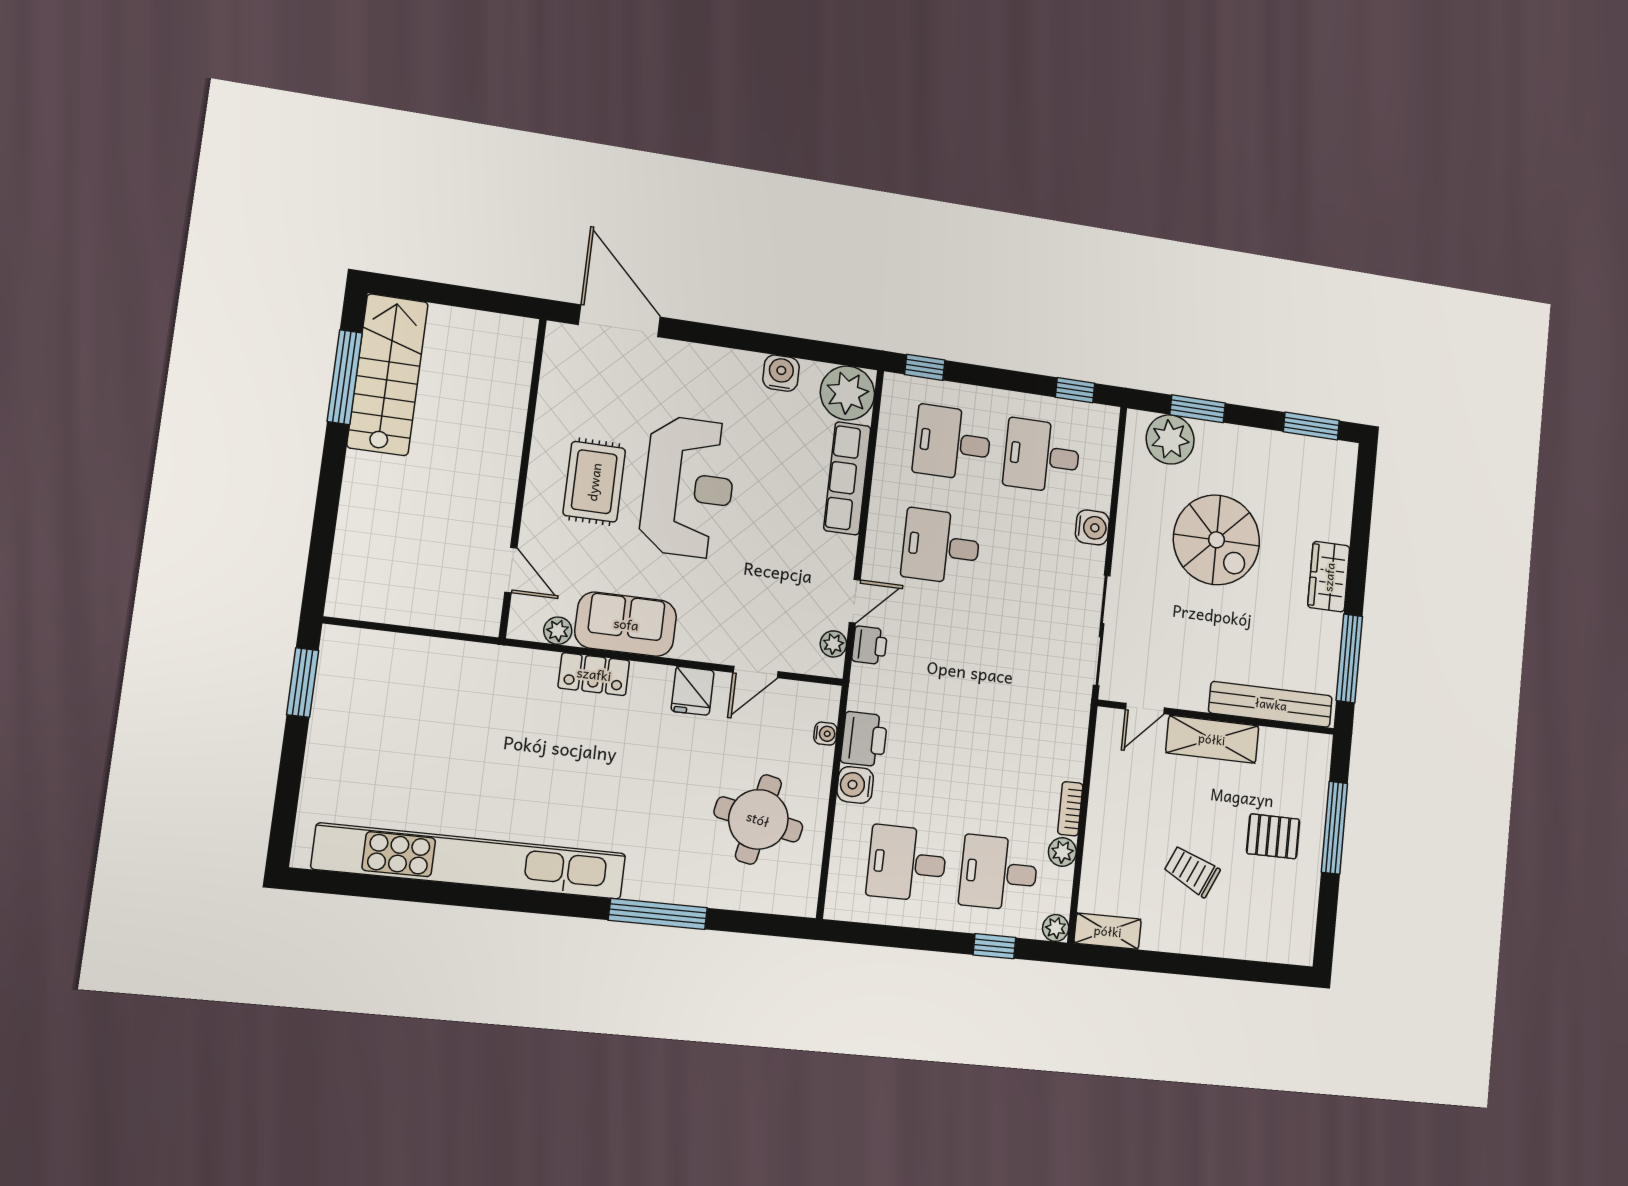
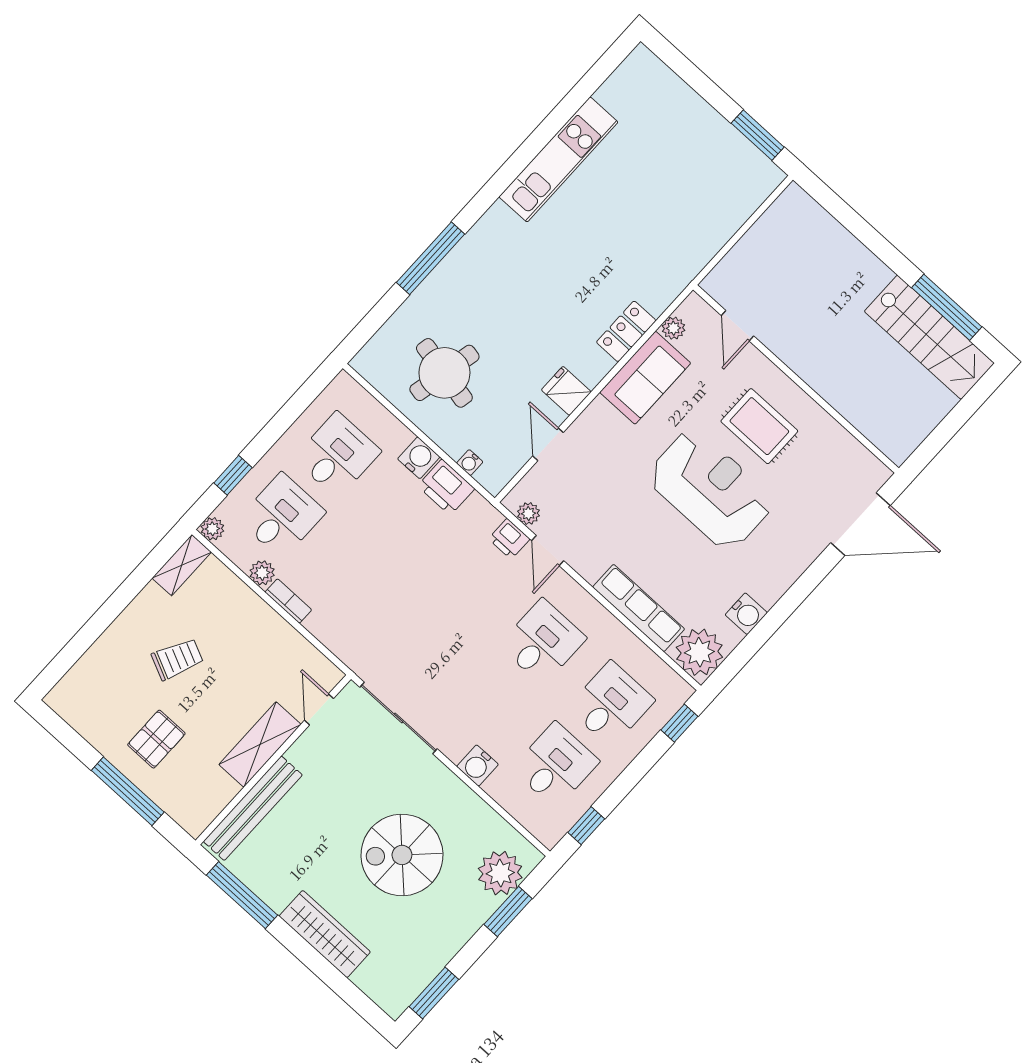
reception desk: (688, 487) -> (710, 489), turned 180
door: (511, 570) -> (738, 326), hinge flipped
wardrobe: (1329, 577) -> (325, 934), width x1.50
kitchen unit: (470, 861) -> (558, 159), width x0.54

